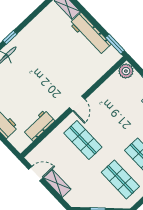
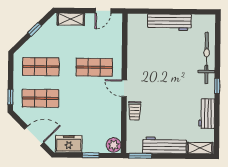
trolley: (86, 80) -> (135, 111), added
workbench: (39, 125) -> (207, 114), moved, turned 180
shelving: (57, 183) -> (71, 19), moved

